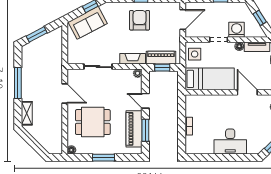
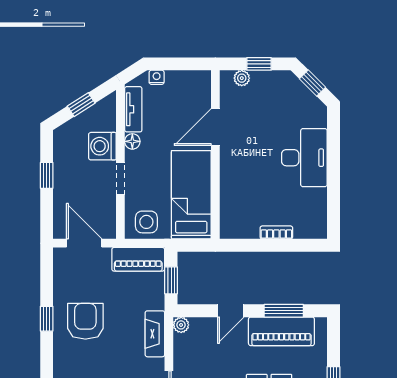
armchair: (140, 20) -> (85, 321), turned 90
piano: (161, 58) -> (138, 259), moved, turned -90

